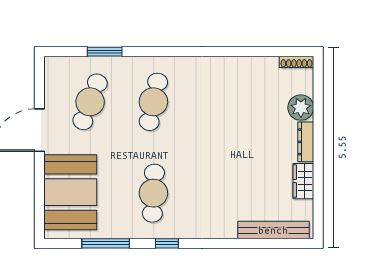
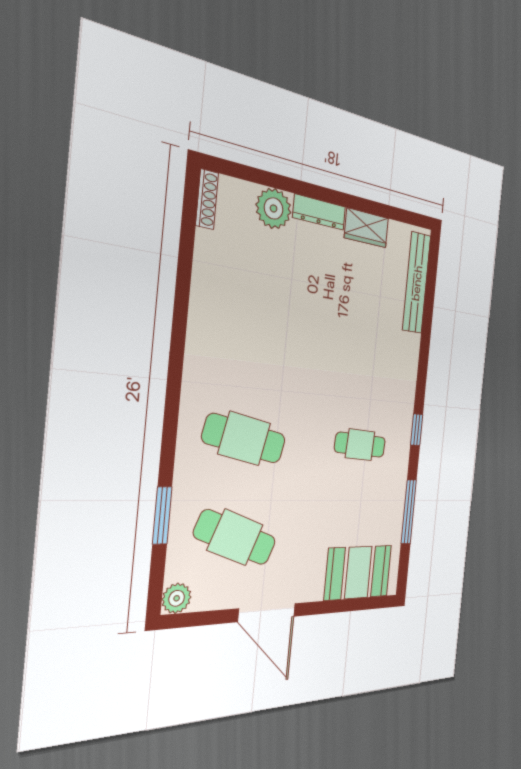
plant: (53, 66) -> (177, 598), added
booth: (70, 192) -> (358, 572), width x0.73, depth x0.70
cafe table: (153, 193) -> (360, 445), width x0.73, depth x0.74

